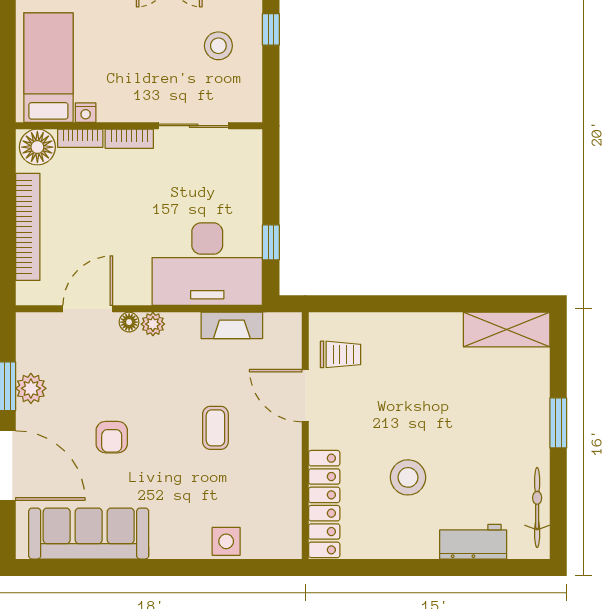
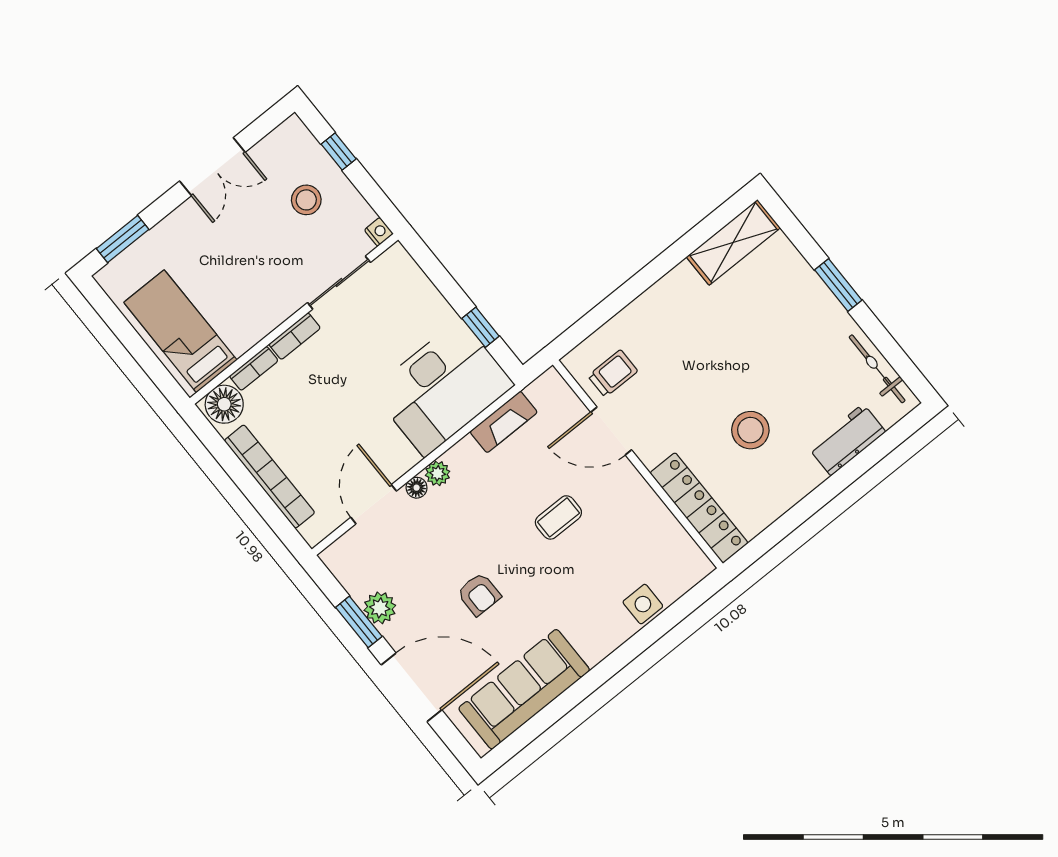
nightstand: (86, 113) -> (379, 232), moved, turned -90
coffee table: (215, 428) -> (558, 517), turned 90

